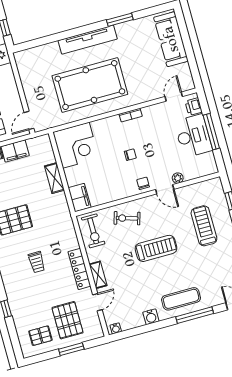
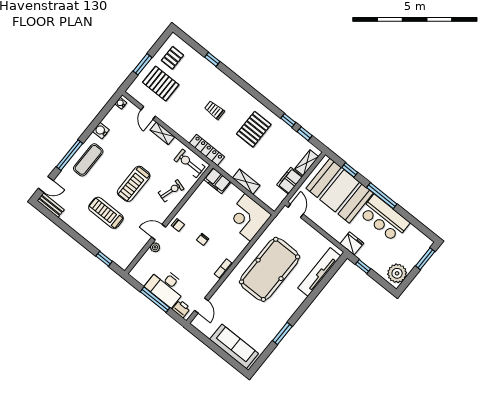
tv unit: (88, 40) -> (319, 272), moved
treadmill: (204, 226) -> (106, 213), moved, turned 180
locker: (79, 269) -> (207, 150), moved

